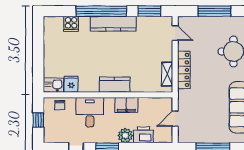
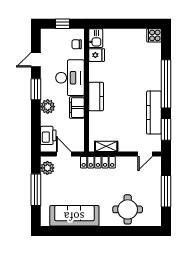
cooker: (71, 24) -> (154, 35), moved
kitchen counter: (113, 24) -> (154, 113), moved
locker: (184, 70) -> (98, 162), moved
desk: (90, 112) -> (70, 78), width x1.37
printer: (143, 135) -> (48, 135), moved
plant: (190, 136) -> (47, 168), added

